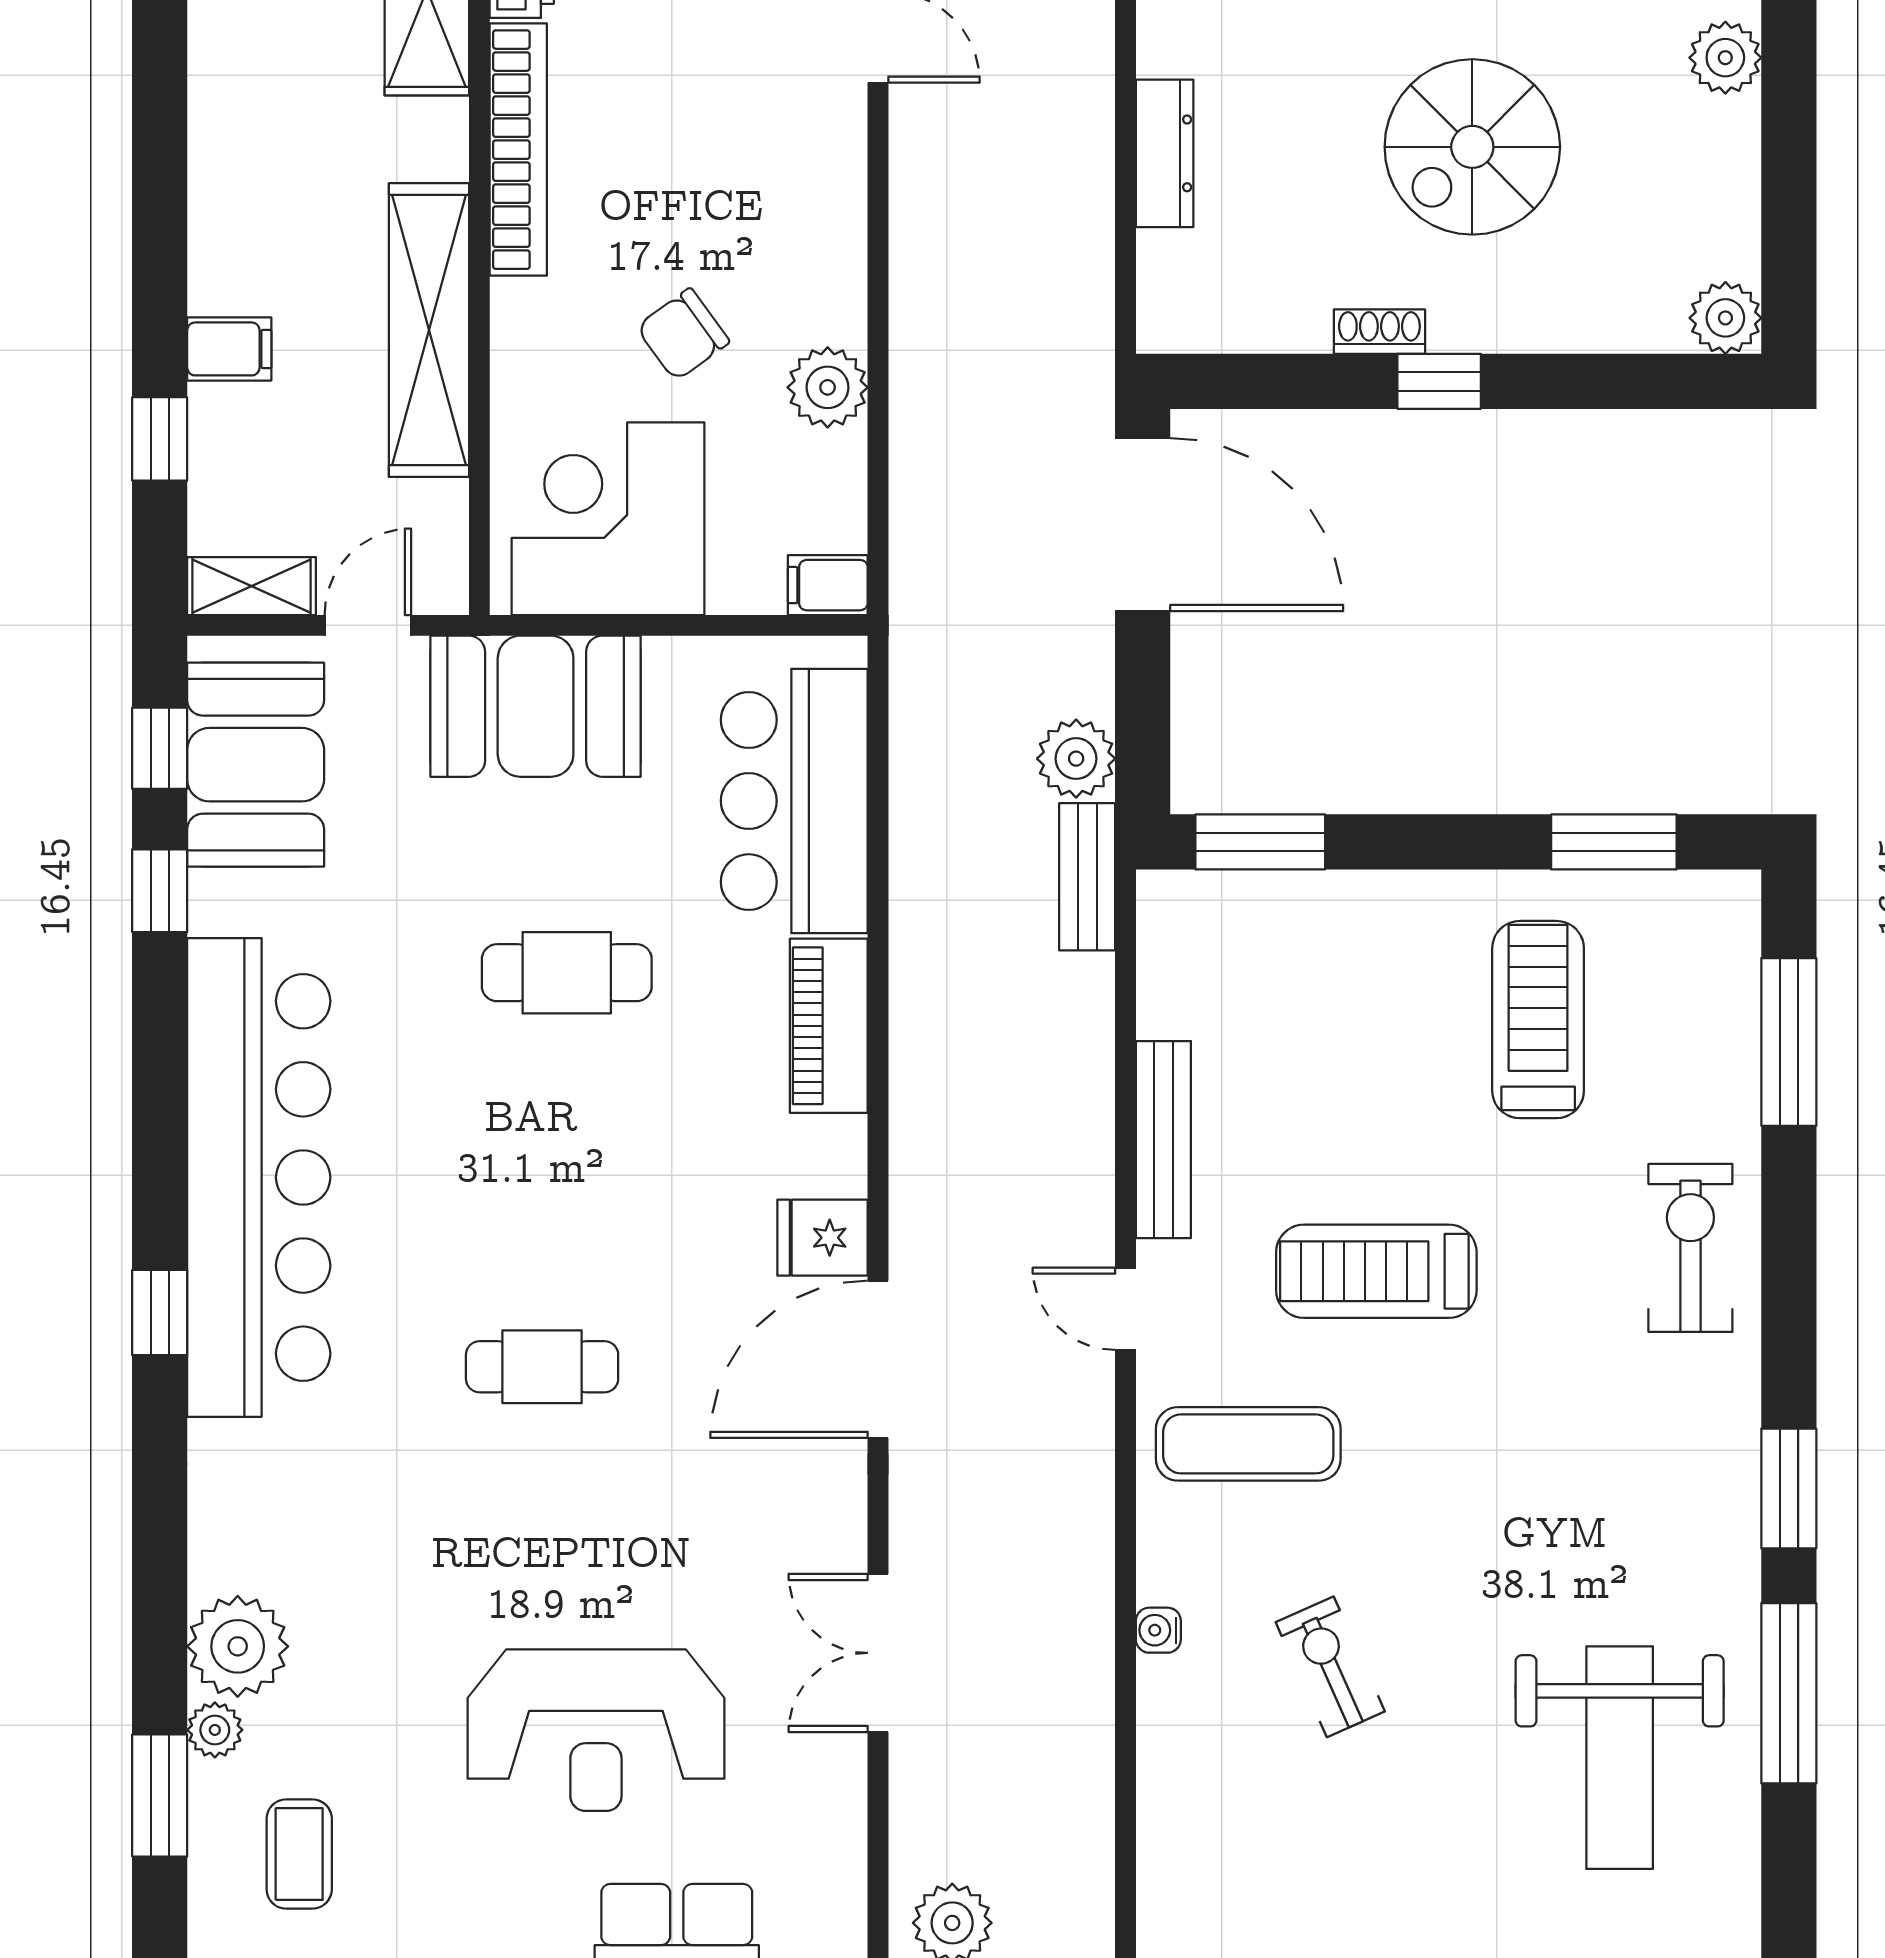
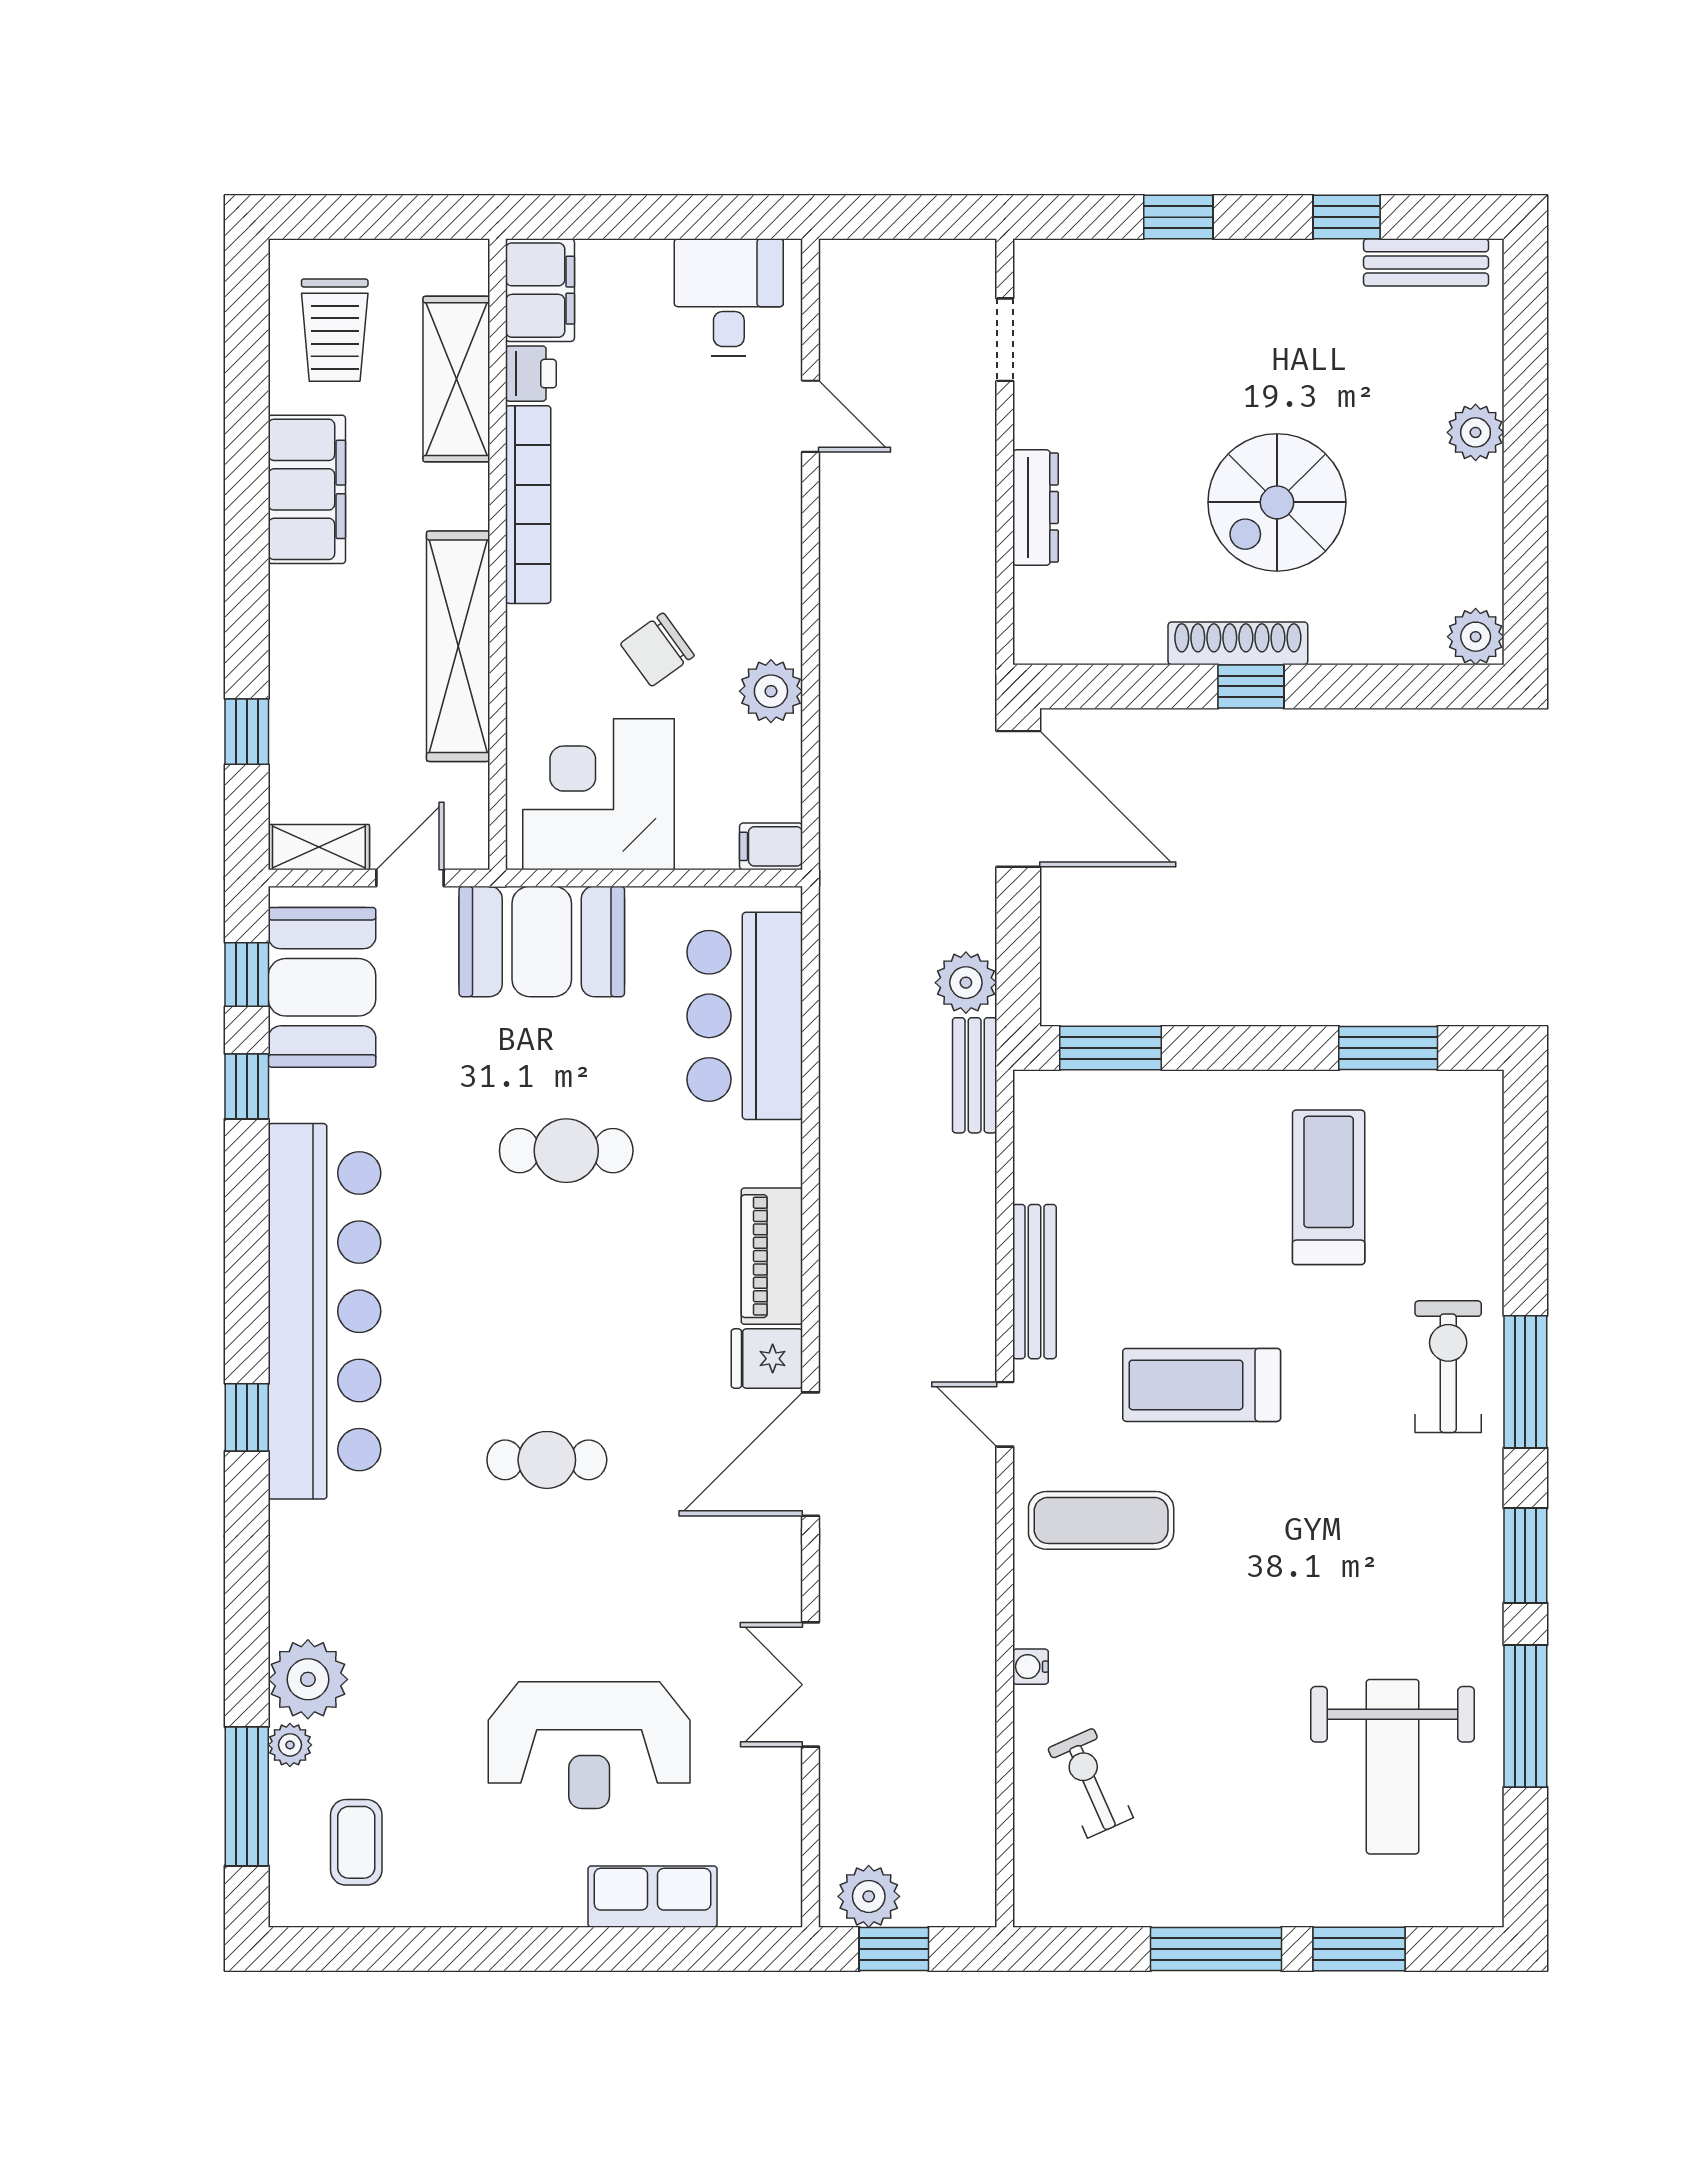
shoe rack: (1379, 332) -> (1238, 643), width x1.94, depth x1.24
filing cabinet: (229, 349) -> (307, 489), moved, width x3.00, depth x1.17
piano: (829, 1026) -> (772, 1256), moved
window: (1789, 1042) -> (1525, 1382), moved
exercise bike: (1330, 1667) -> (1090, 1783), moved
window: (160, 1795) -> (247, 1796), width x1.44

